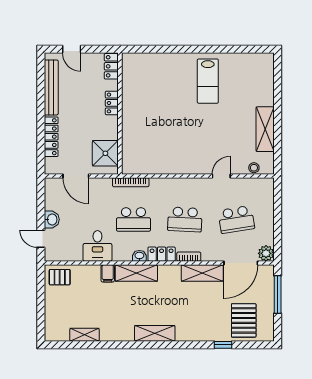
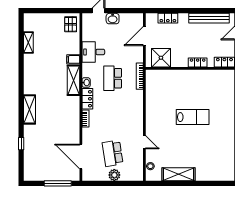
lab bench: (208, 81) -> (193, 117), moved, turned 180
locker: (51, 137) -> (168, 18), width x0.66
school desk: (185, 219) -> (113, 116), removed
plant: (266, 253) -> (114, 175), moved
shelving: (202, 273) -> (74, 128), removed
pallet: (244, 320) -> (39, 159), removed
shelving: (155, 333) -> (30, 109), moved

